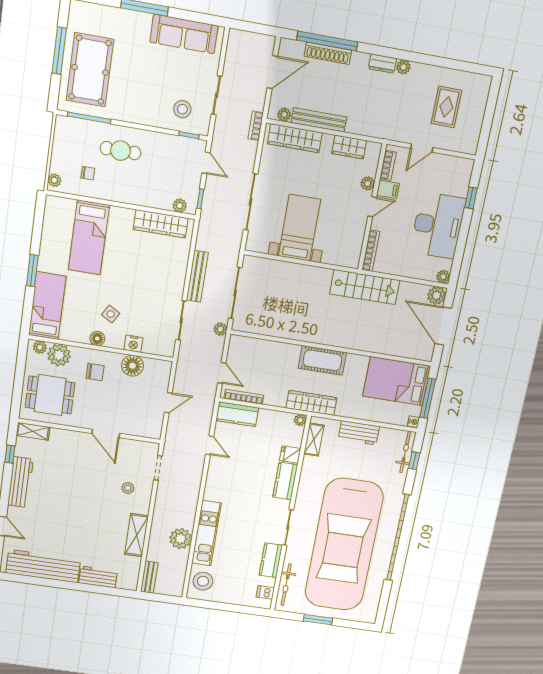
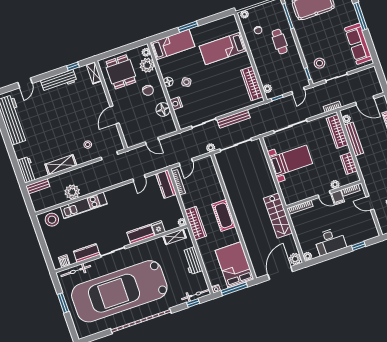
desk: (438, 225) -> (330, 241), width x0.73, depth x0.77
workbench: (98, 577) -> (27, 170), moved

